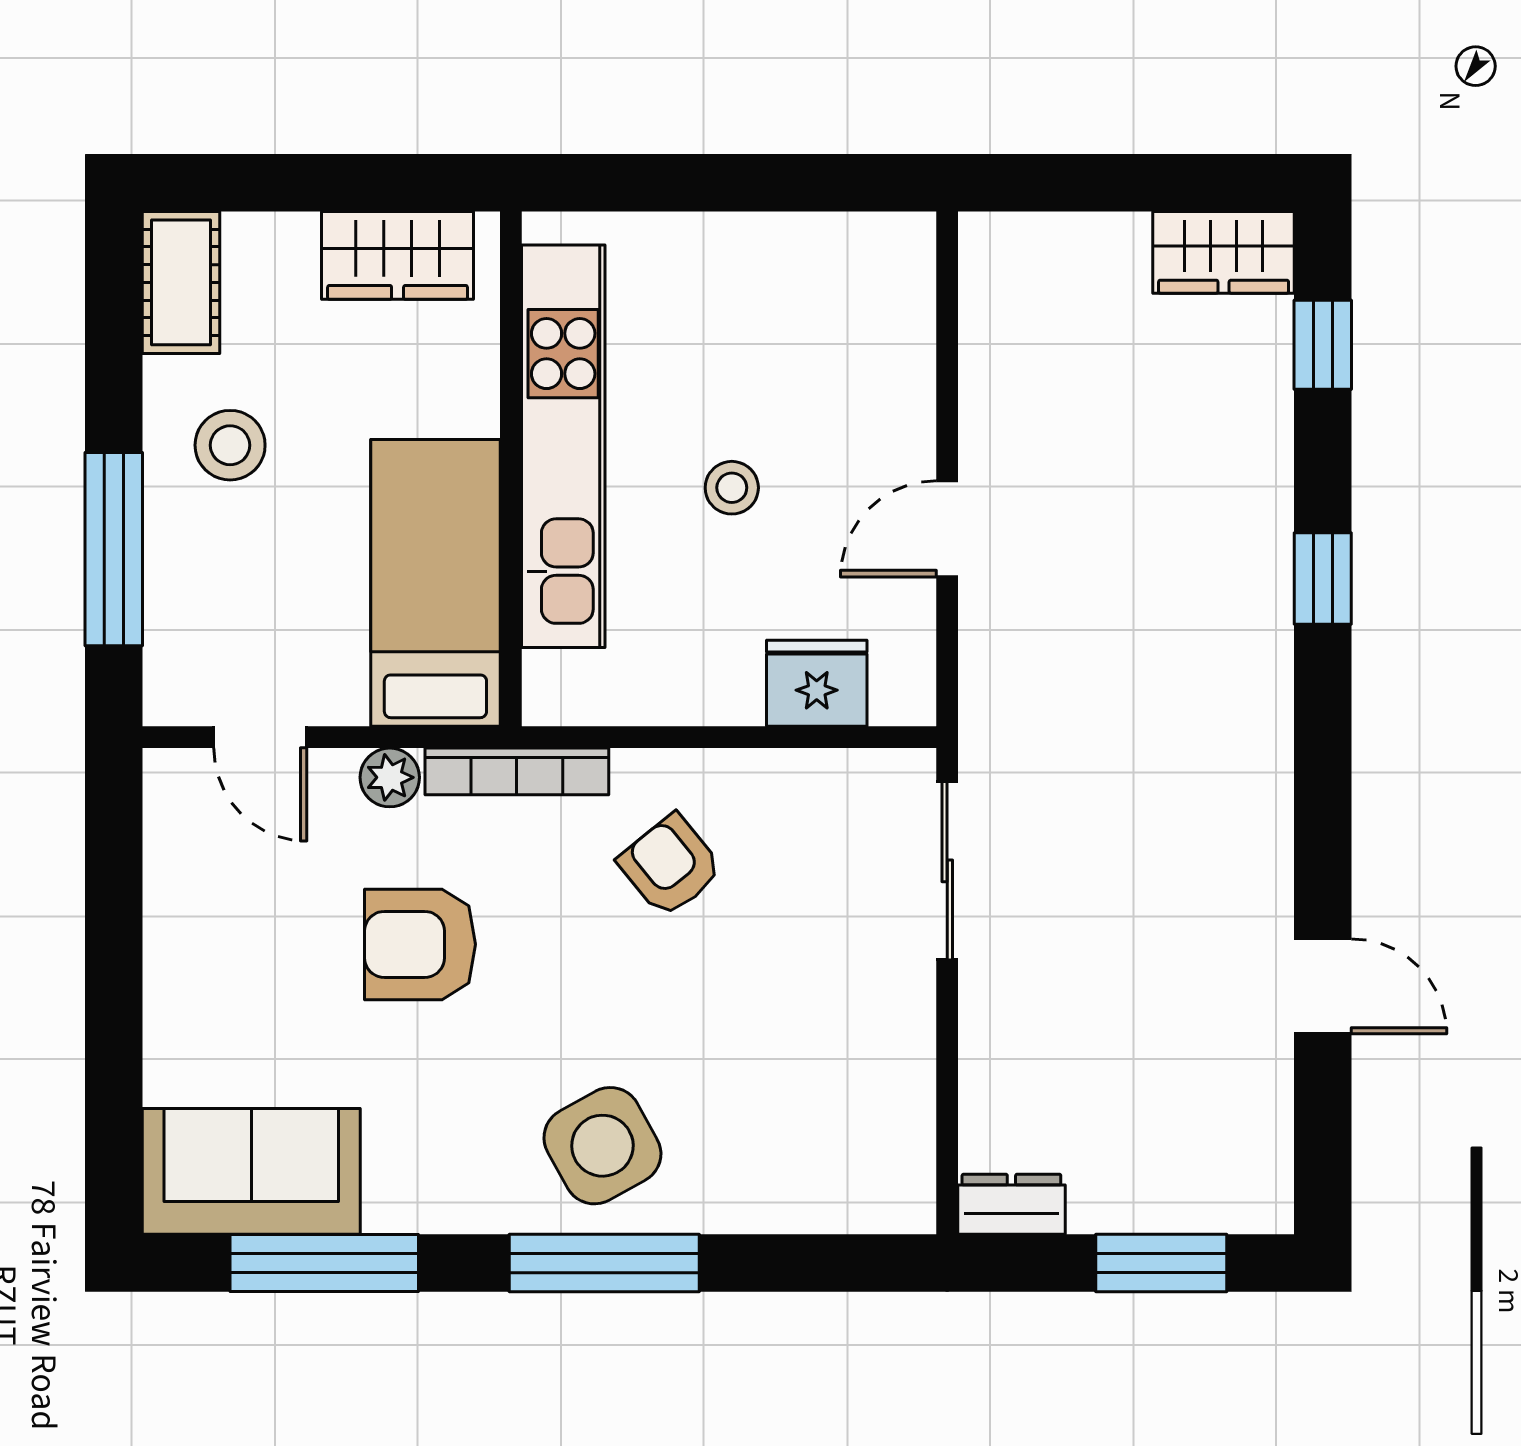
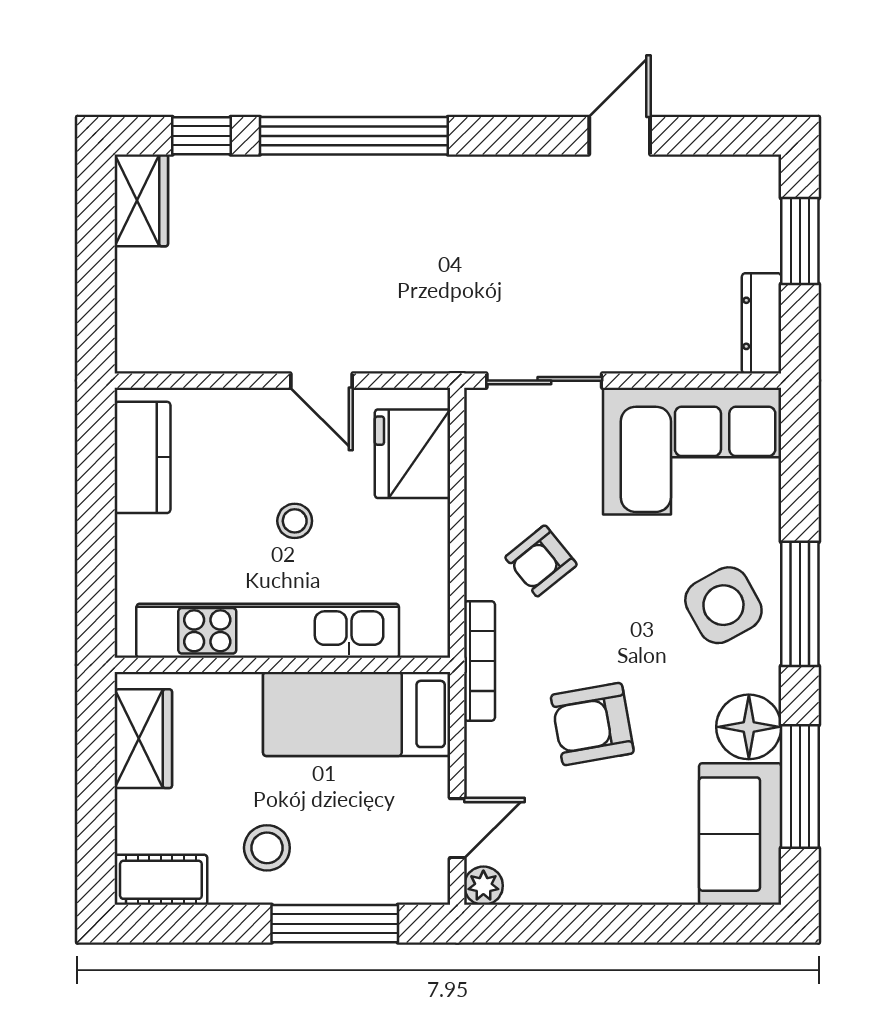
kitchen counter: (829, 254) -> (142, 457), added
window: (1323, 579) -> (354, 136), width x3.17
fridge: (817, 683) -> (413, 454), width x1.36, depth x1.34
plant: (390, 777) -> (483, 886), moved
armchair: (420, 944) -> (592, 724), turned 80
corner sofa: (839, 1098) -> (692, 451), added
floor lamp: (416, 1185) -> (749, 727), added
dresser: (1011, 1204) -> (762, 323), width x1.44

